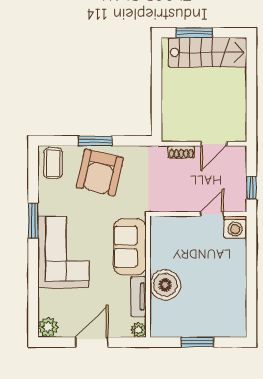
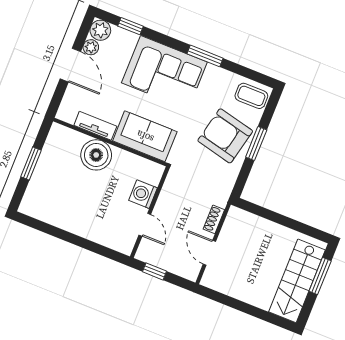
washing machine: (235, 227) -> (143, 194), moved
window: (33, 301) -> (130, 26), added
plant: (139, 330) -> (91, 47), moved

